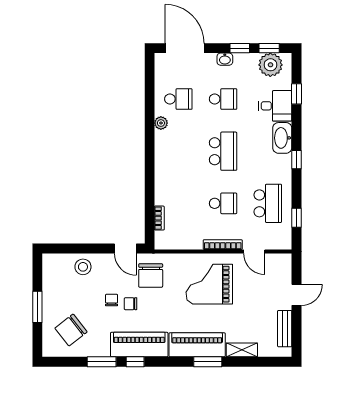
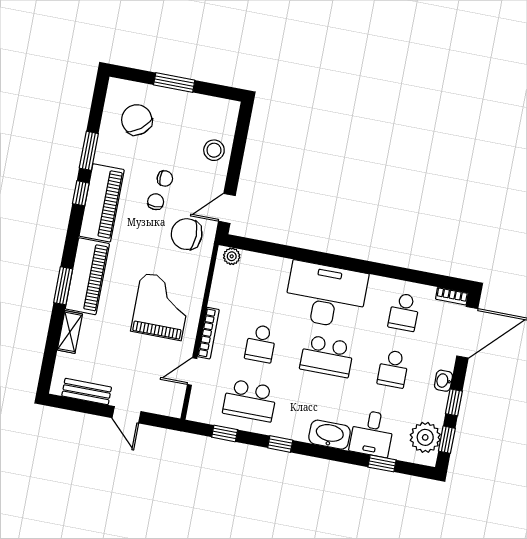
plant: (161, 123) -> (232, 256), moved
window: (297, 160) -> (280, 444), moved
desk: (177, 161) -> (326, 295), added
bookcase: (159, 218) -> (452, 296), moved

